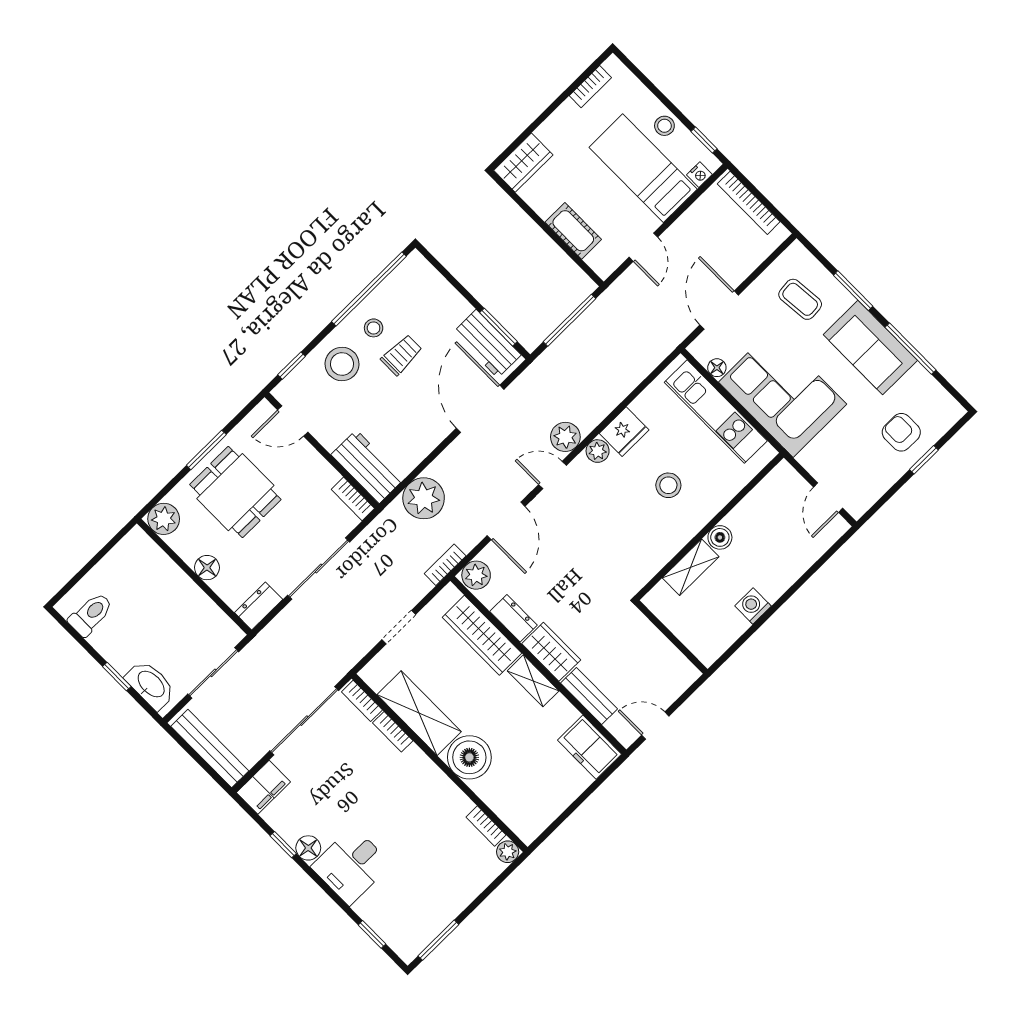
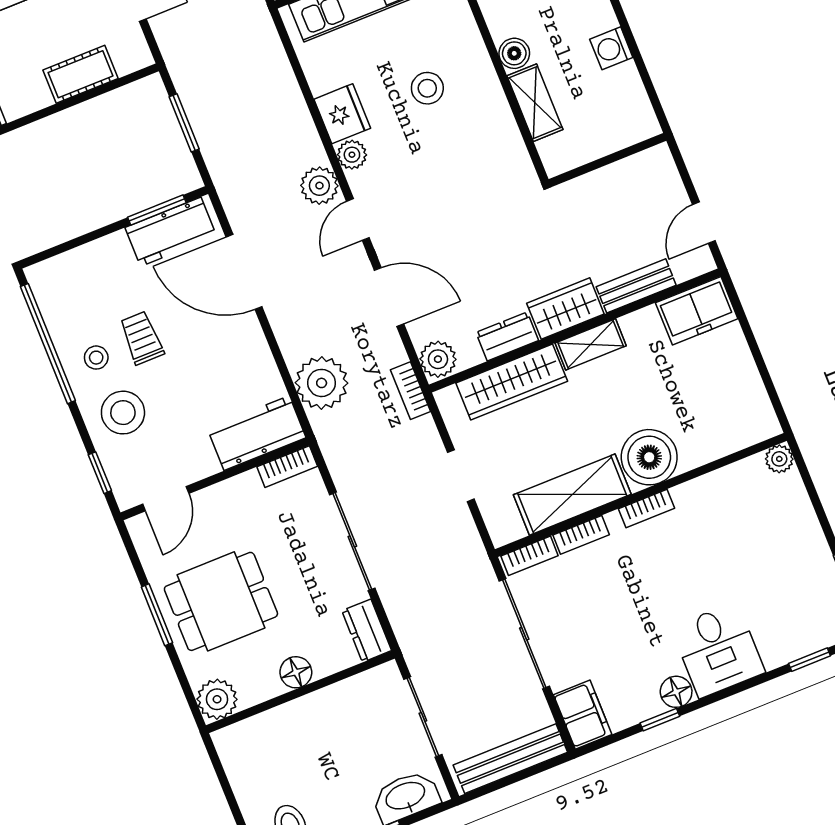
window: (570, 320) -> (184, 123), width x0.69
bookcase: (486, 826) -> (646, 509), moved

